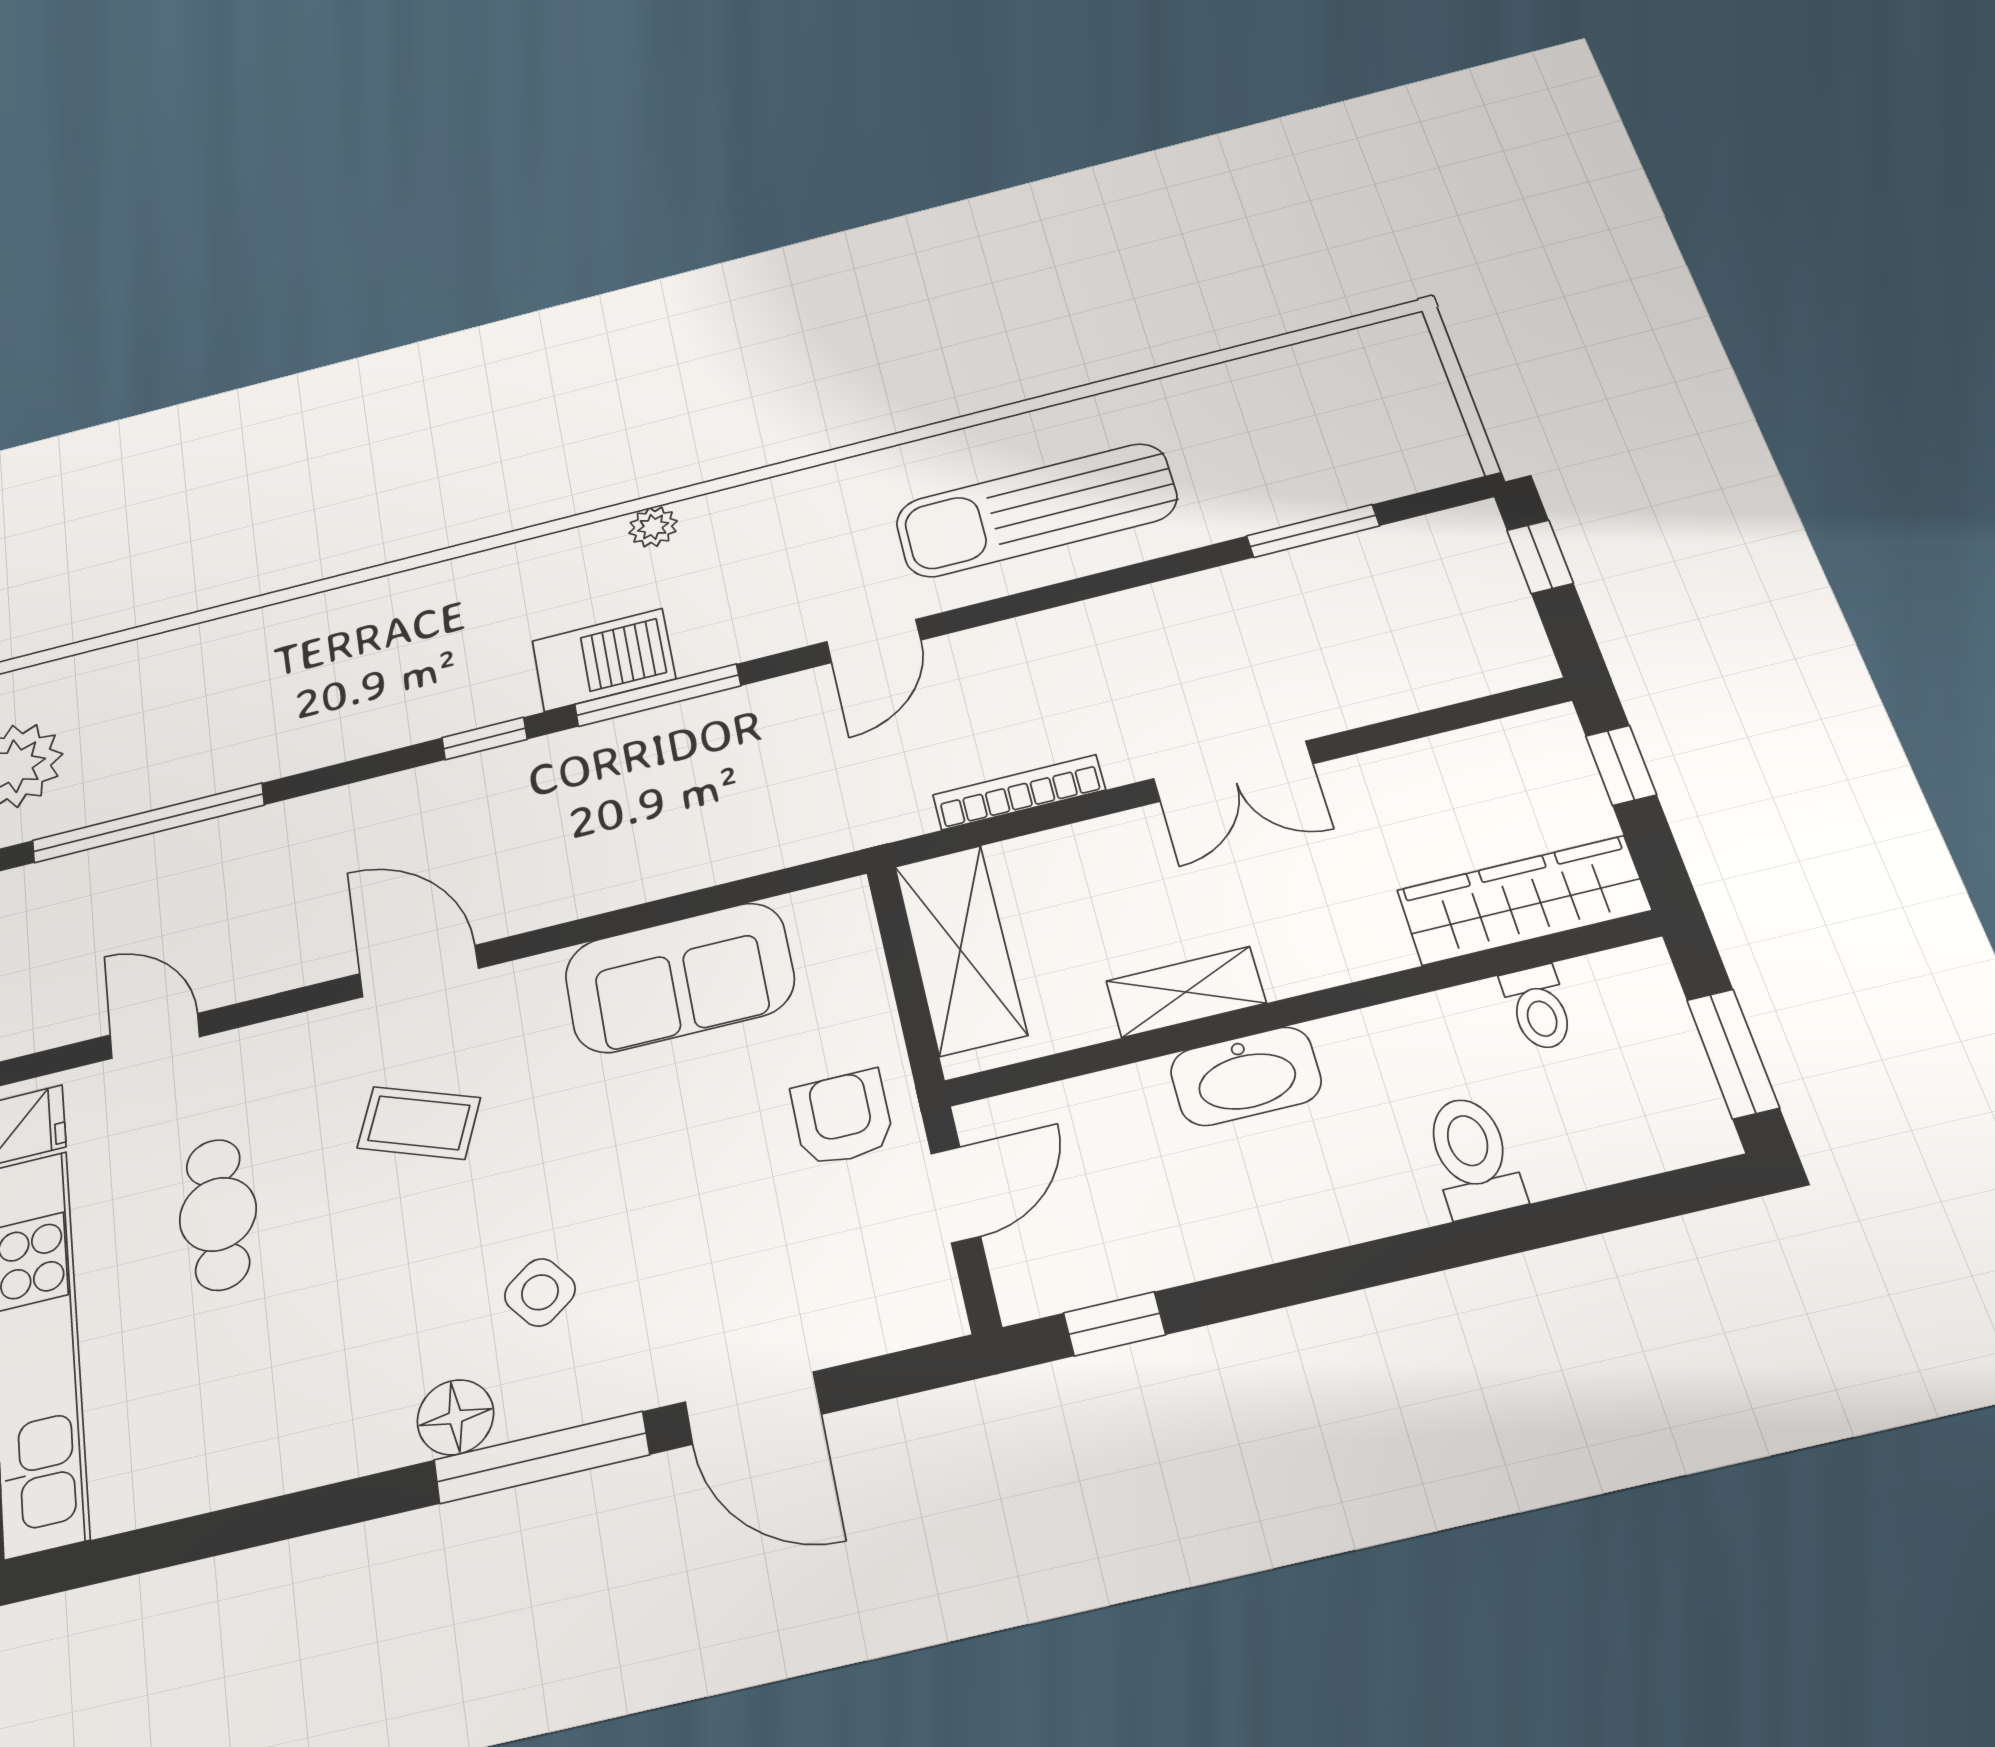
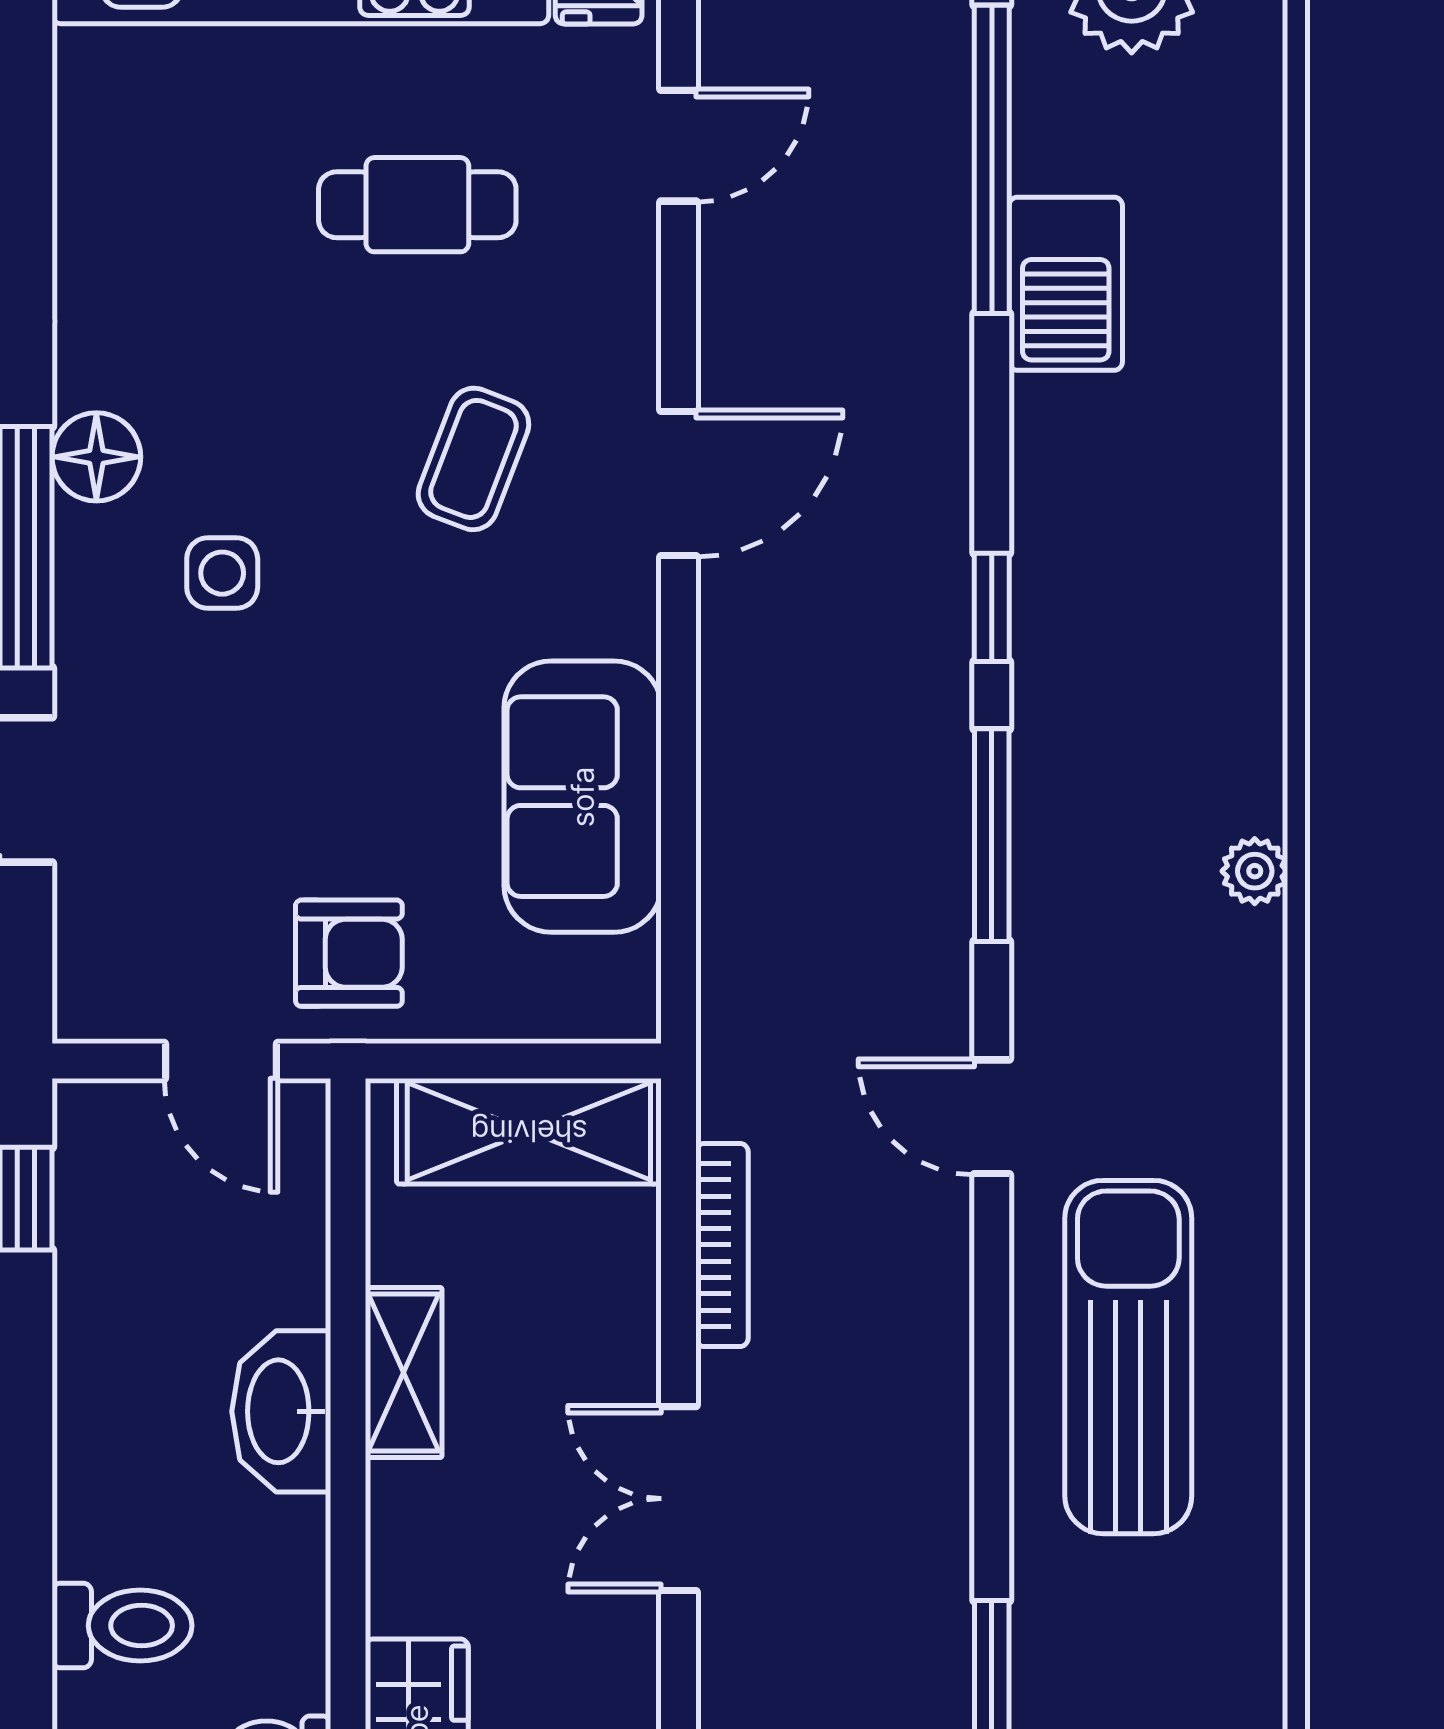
barbecue: (604, 660) -> (1066, 284), moved
side table: (540, 1292) -> (222, 573), turned 37

